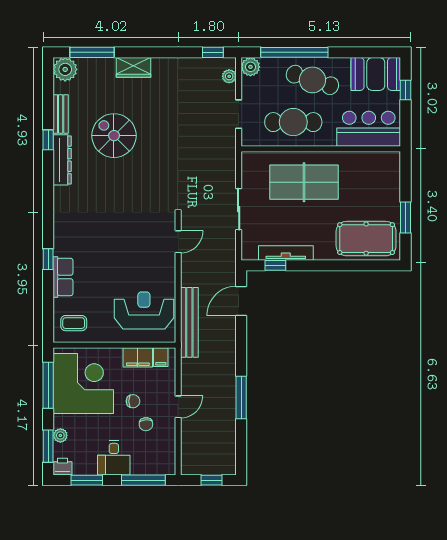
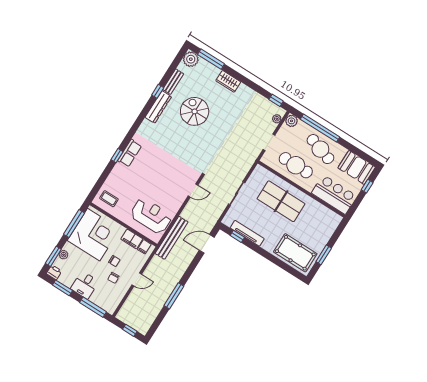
row of seats: (63, 277) -> (130, 153), moved

